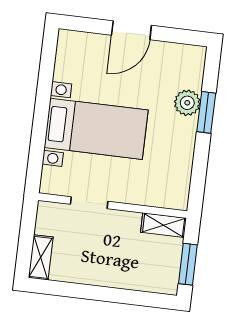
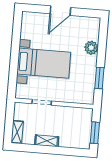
window: (206, 112) -> (99, 78), moved
shelving: (164, 225) -> (47, 141), moved

